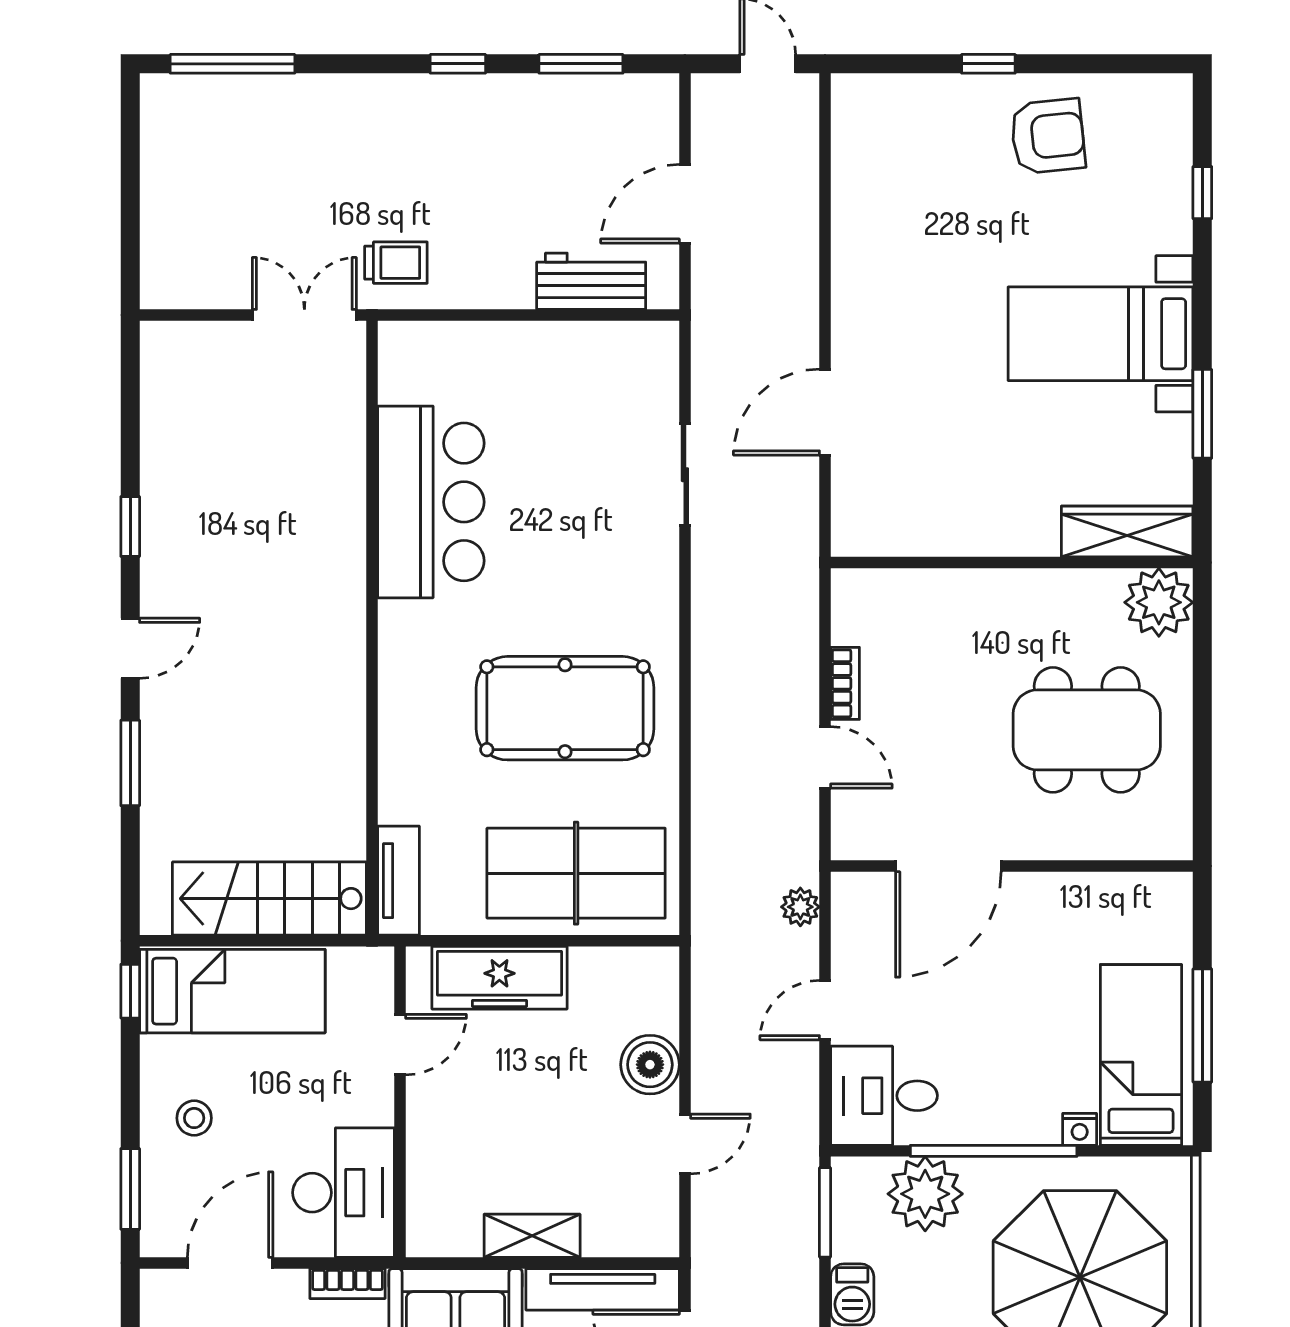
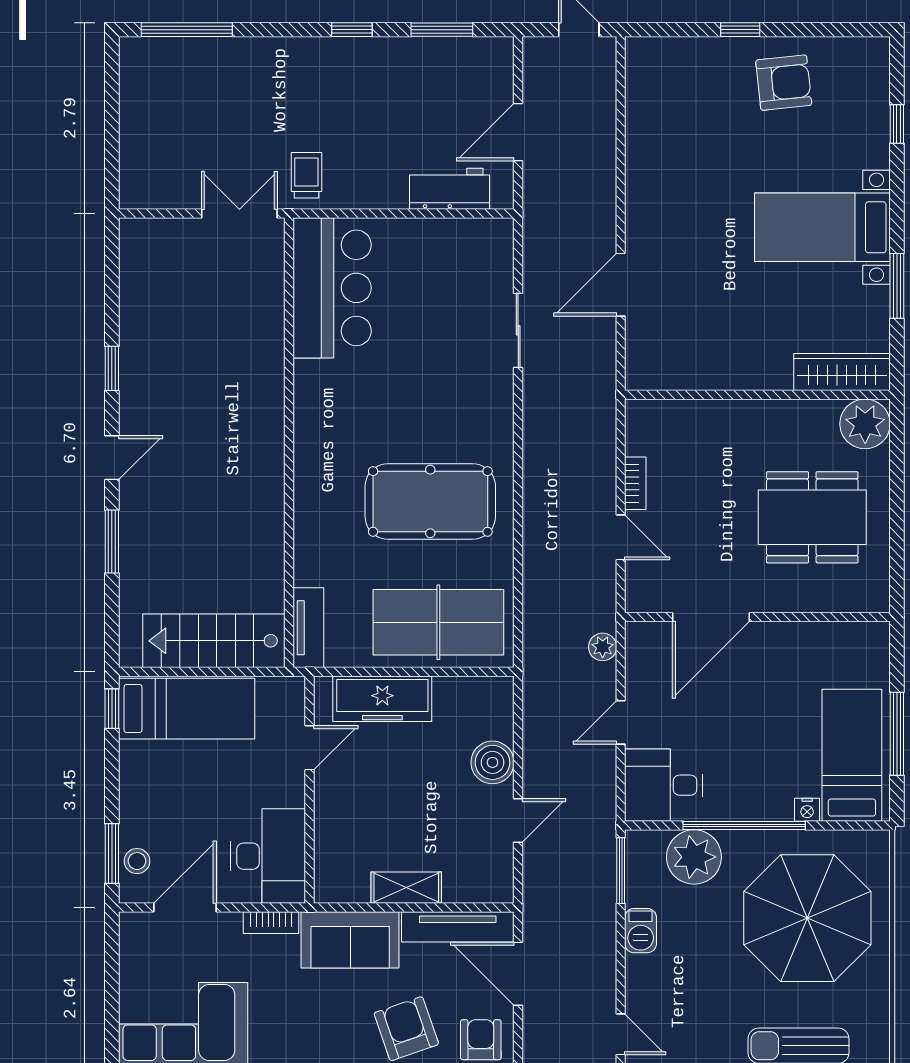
trolley: (396, 263) -> (306, 175), turned -90
bar counter: (431, 502) -> (332, 288), moved
stool: (194, 1118) -> (137, 861), moved

